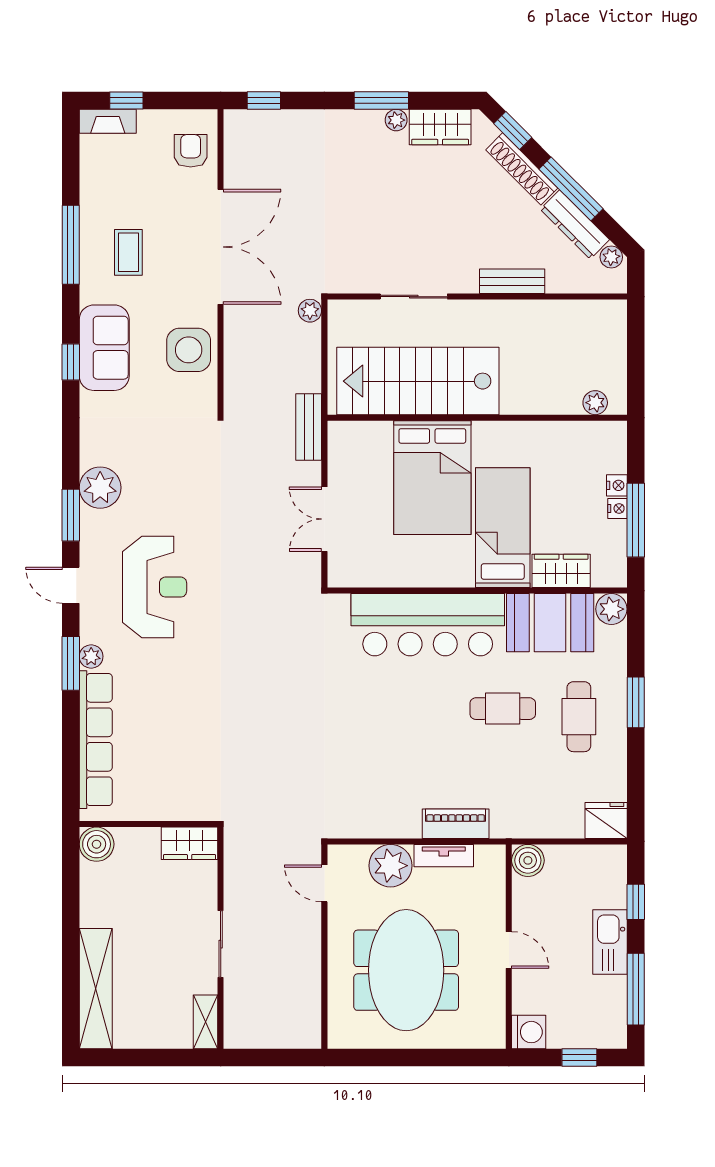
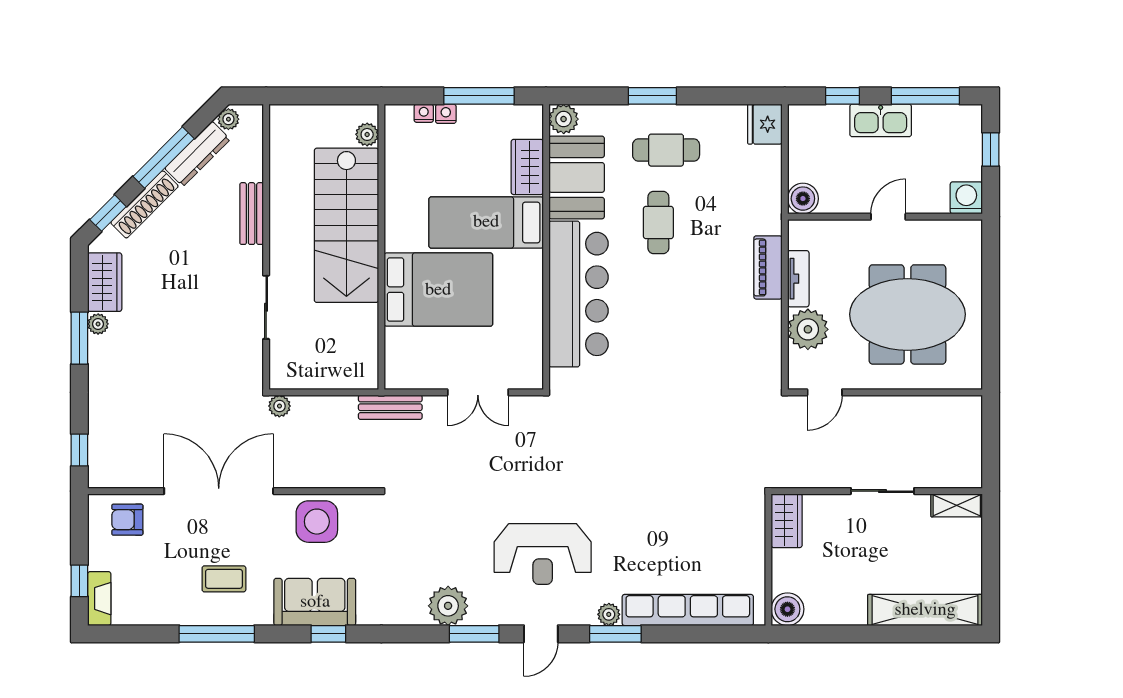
stairs: (418, 381) -> (346, 225), moved
nightstand: (618, 508) -> (424, 113), moved
reception desk: (155, 587) -> (543, 554), turned 180

